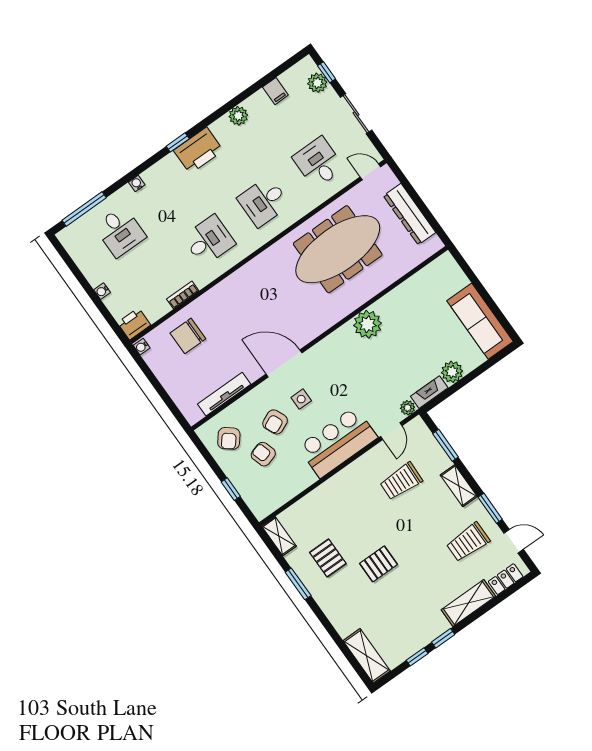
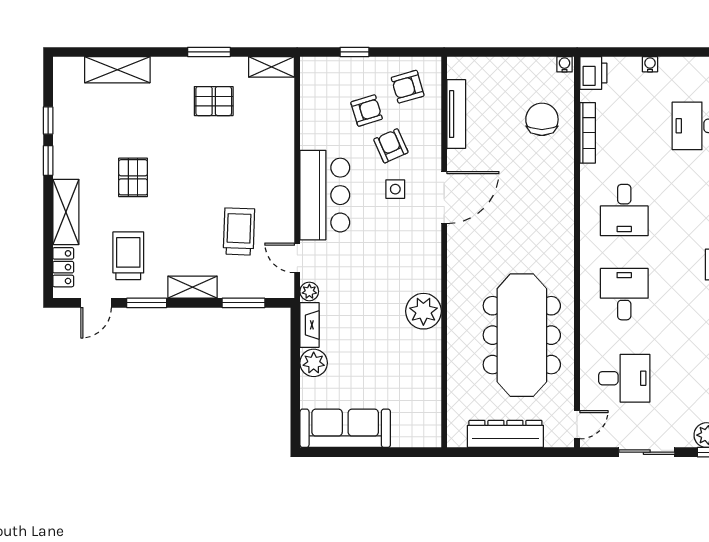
bookcase: (183, 295) -> (588, 133), width x1.56
armchair: (229, 438) -> (408, 87), turned -55
pallet: (379, 564) -> (133, 177), moved
shelving: (367, 656) -> (117, 70), moved

